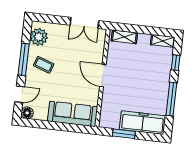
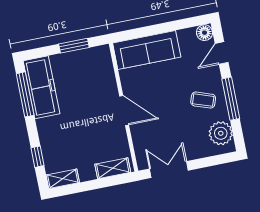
window: (171, 99) -> (25, 94), moved
freezer: (143, 123) -> (42, 87), moved, turned -90

